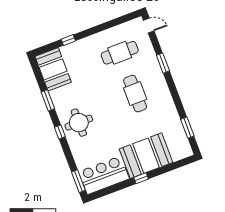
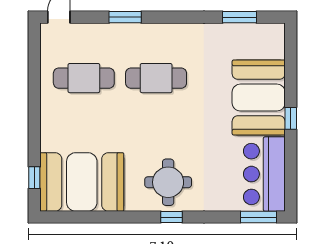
window: (68, 40) -> (34, 178), moved
cafe table: (120, 53) -> (84, 78), turned 90
booth: (53, 69) -> (82, 182), width x1.36, depth x1.42
window: (48, 100) -> (116, 217), removed

